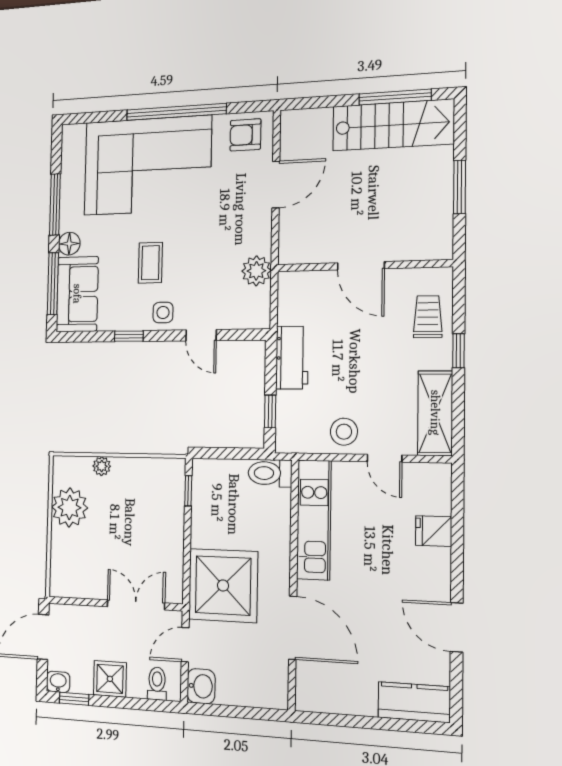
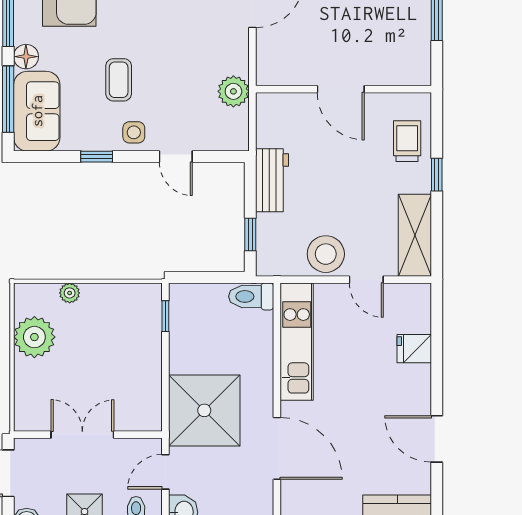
stool: (344, 432) -> (326, 254), width x1.38, depth x1.38
double door: (136, 605) -> (82, 435), moved

